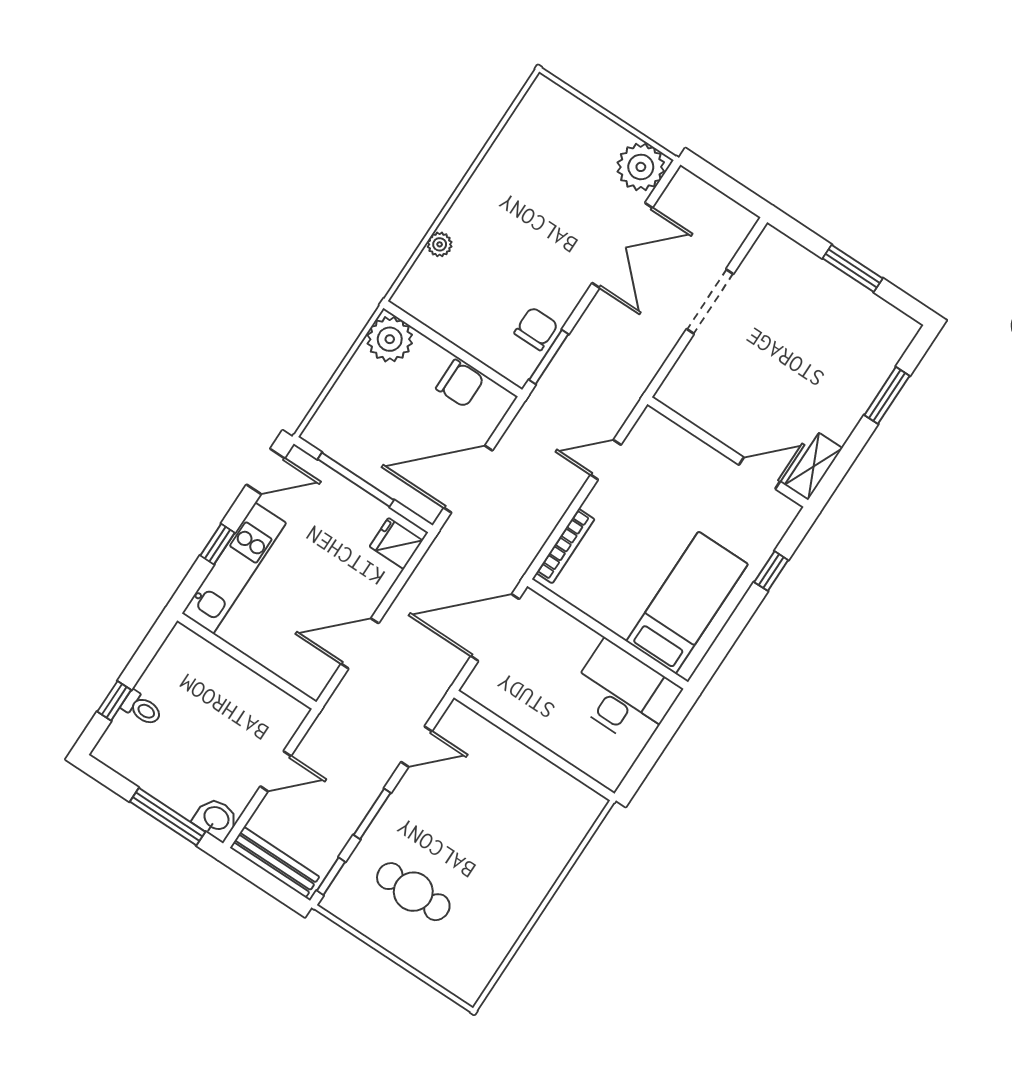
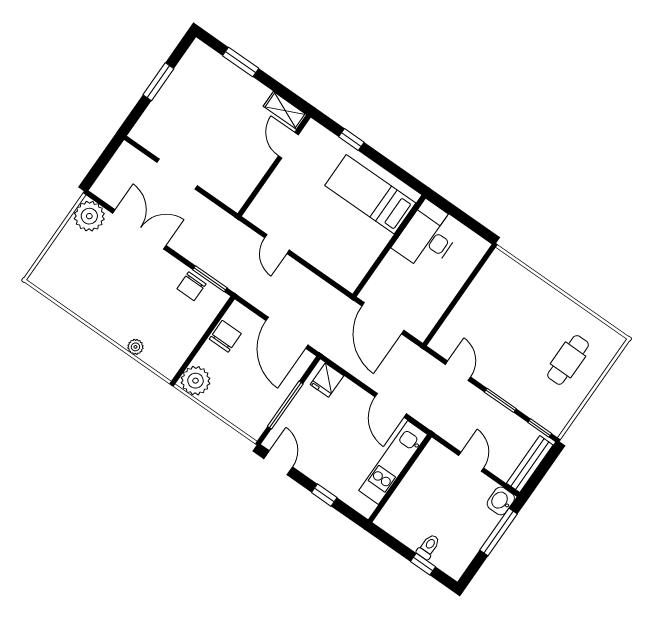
chair: (536, 329) -> (191, 286), turned -90
bookcase: (565, 546) -> (332, 271), removed
kitchen unit: (234, 568) -> (393, 463), moved, turned -90
cafe table: (413, 892) -> (568, 360), moved

